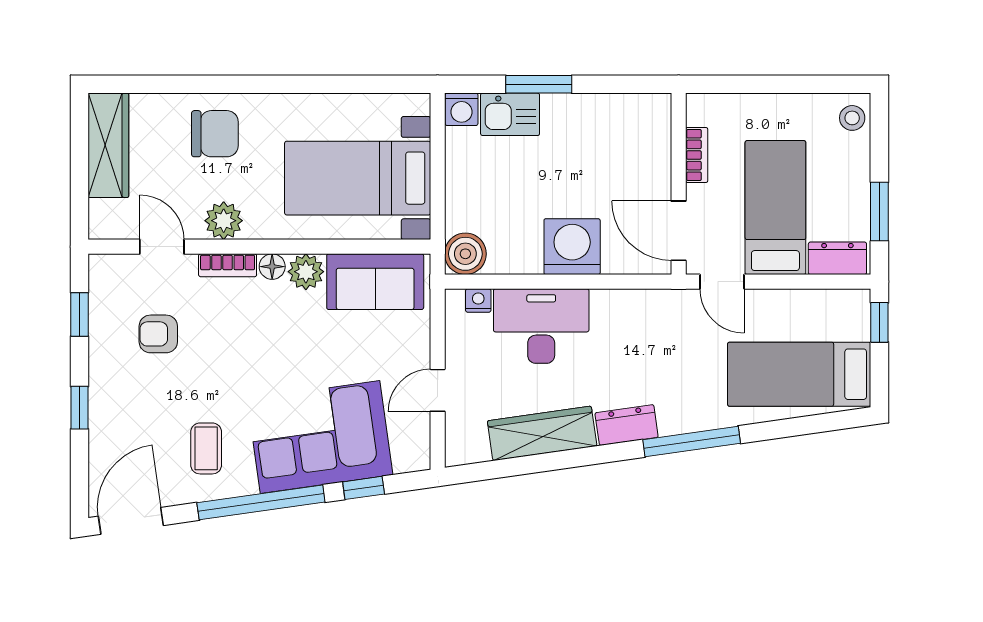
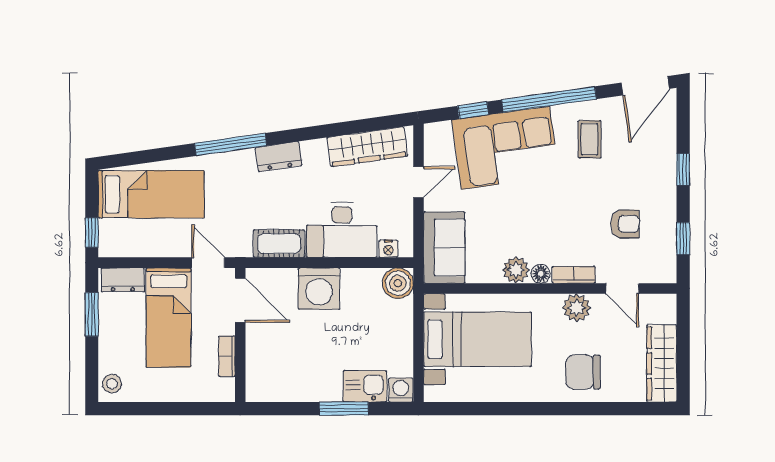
sofa: (375, 282) -> (444, 248), moved, turned 90
cot: (626, 307) -> (279, 244), added
wardrobe: (542, 433) -> (367, 147), moved

